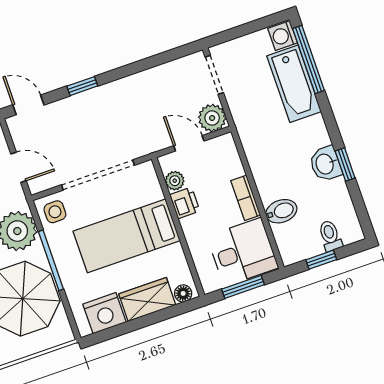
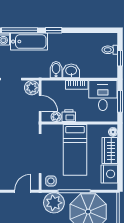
door: (189, 143) -> (40, 103), swing flipped
washbasin: (325, 164) -> (71, 71), moved, turned 180
window: (345, 165) -> (54, 30), moved
bidet: (281, 211) -> (56, 70), moved

